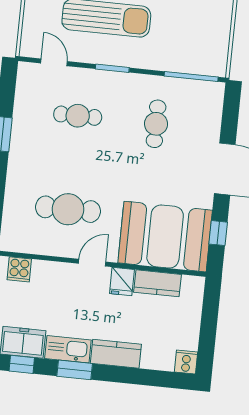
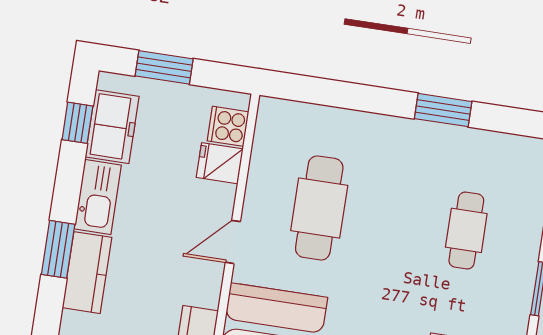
door: (92, 263) -> (233, 242), swing flipped
fridge: (122, 282) -> (220, 163), moved
window: (75, 370) -> (58, 249), moved

